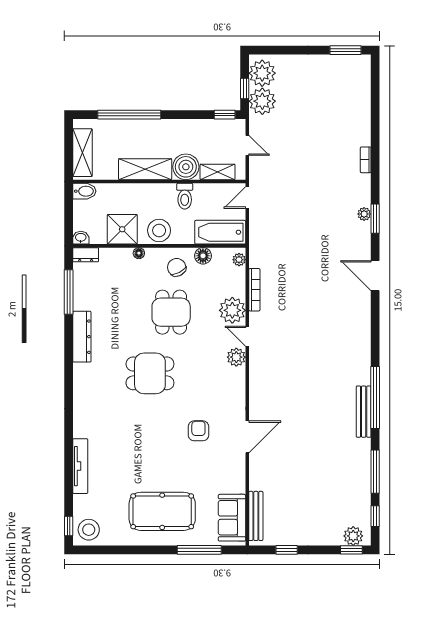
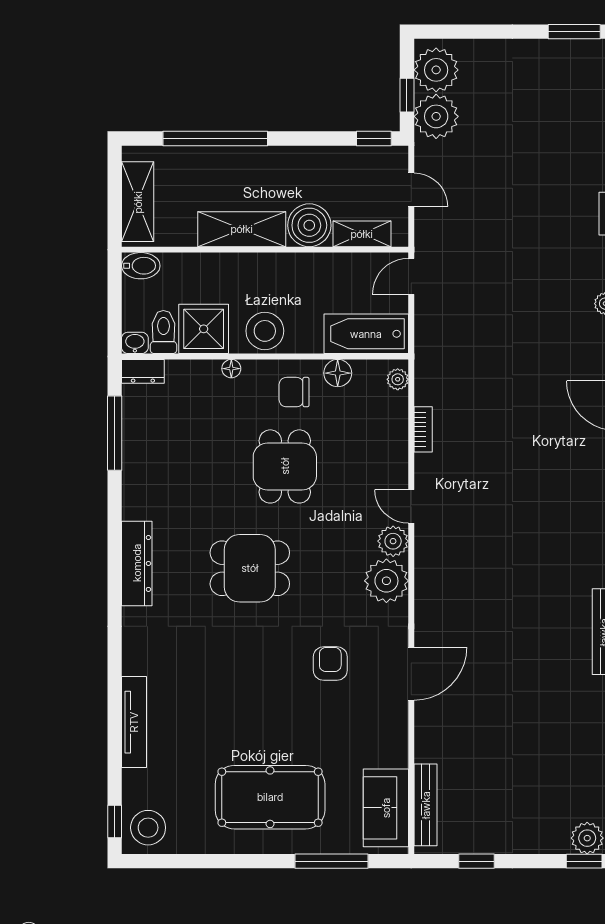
toilet: (185, 196) -> (163, 332), moved, turned 180
chair: (177, 267) -> (294, 392), turned -63
bookcase: (254, 290) -> (423, 429), width x0.64
plant: (232, 310) -> (386, 581), moved
dresser: (82, 337) -> (137, 563), moved

